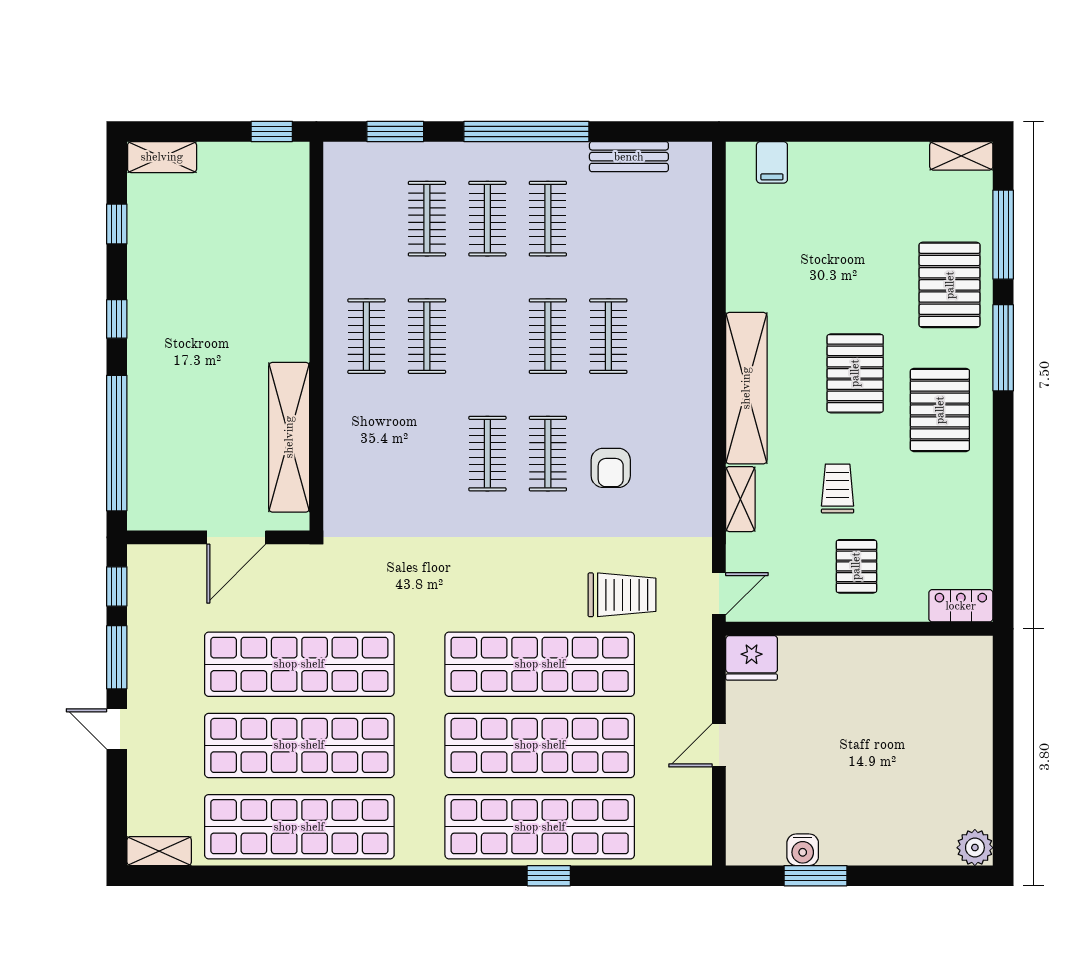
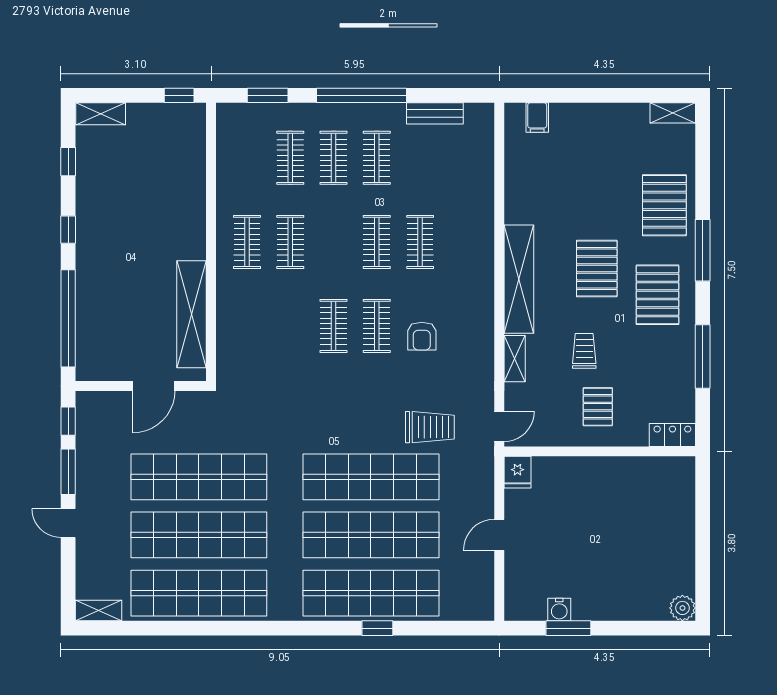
window: (1003, 235) -> (703, 356), moved
fridge: (752, 658) -> (517, 472), width x0.72

